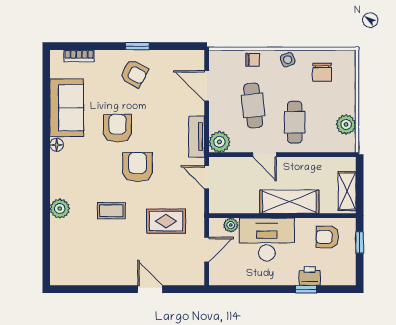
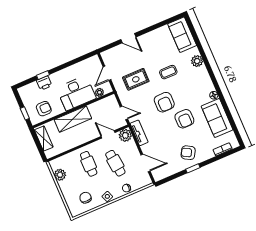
door: (265, 155) -> (108, 134), moved
sofa: (65, 259) -> (182, 35), added

